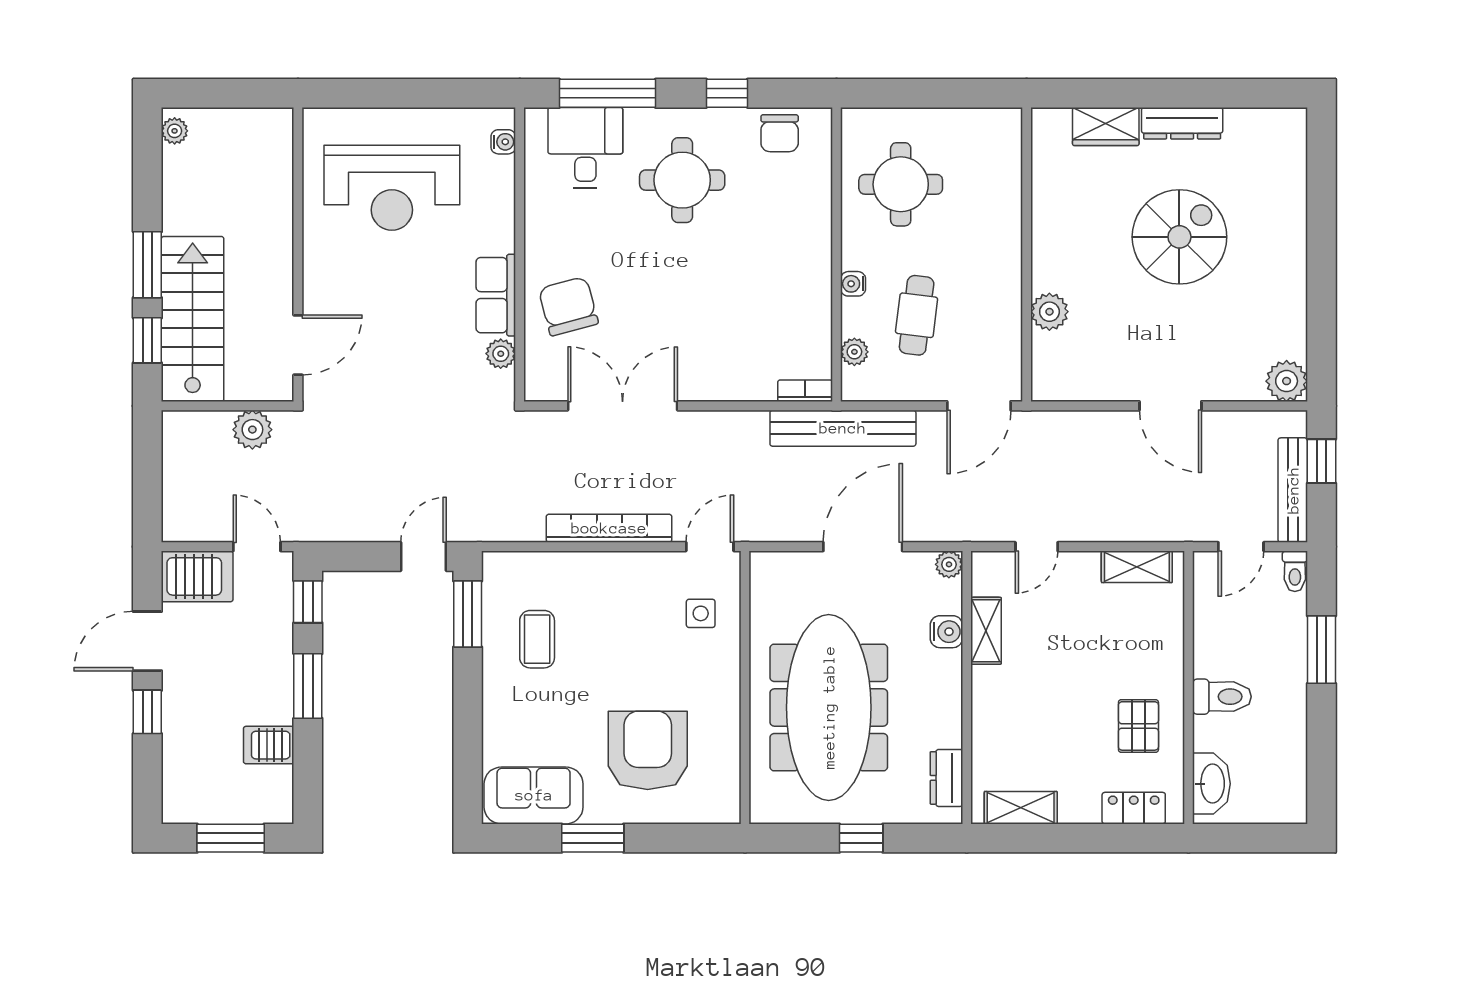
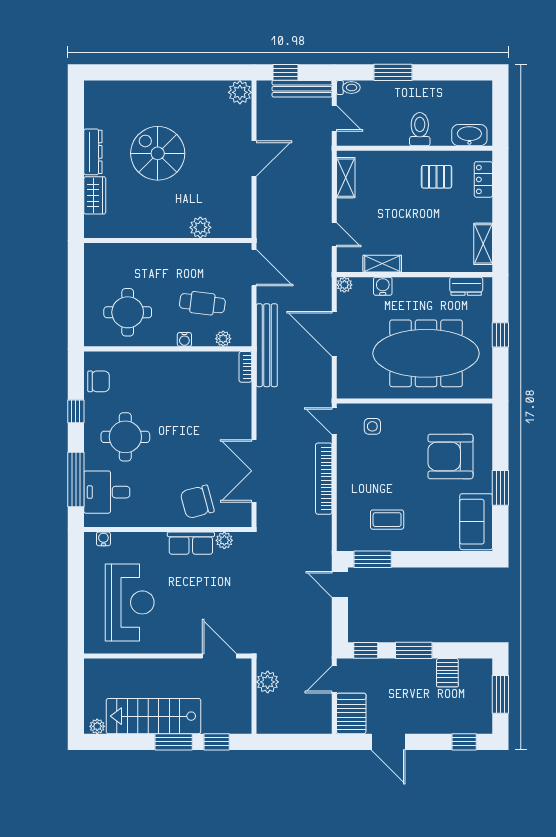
stairs: (193, 319) -> (153, 716), moved
window: (147, 712) -> (464, 742), moved

